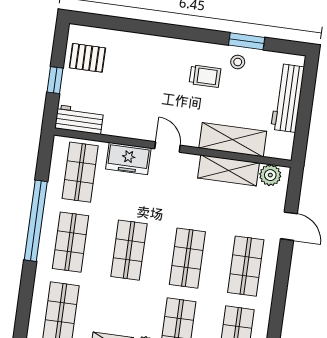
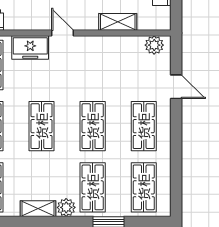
shelving: (233, 140) -> (118, 22), width x0.67, depth x0.75
shelving: (229, 170) -> (118, 46), removed

